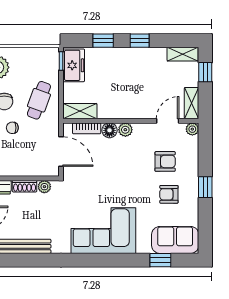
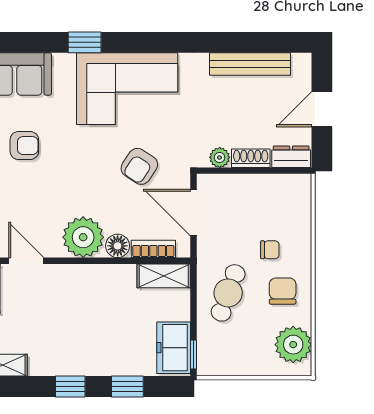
door: (168, 121) -> (26, 261), swing flipped
plant: (125, 130) -> (83, 237), width x1.87, depth x1.87
armchair: (165, 161) -> (139, 166), moved, turned -57
window: (160, 260) -> (85, 42), moved

